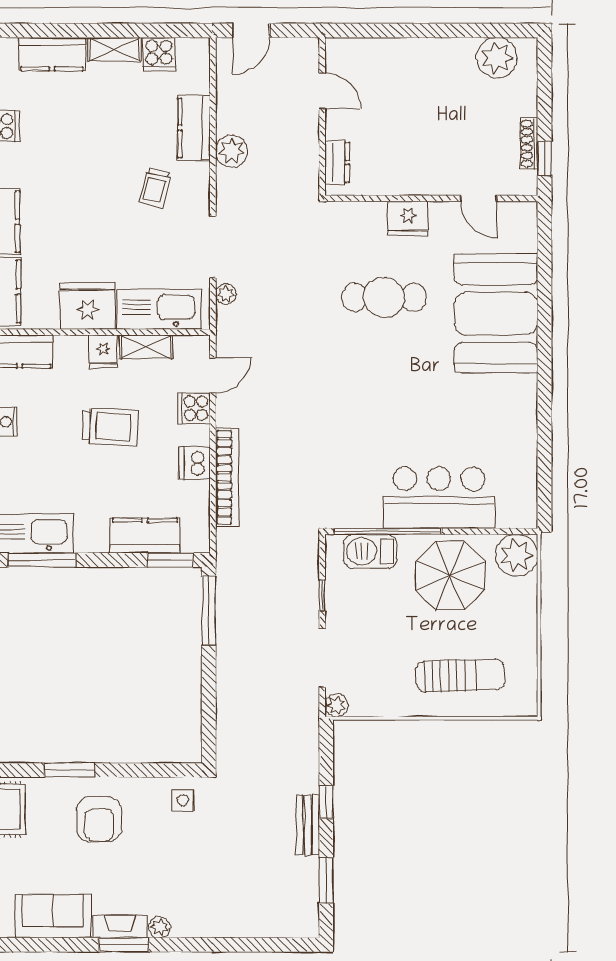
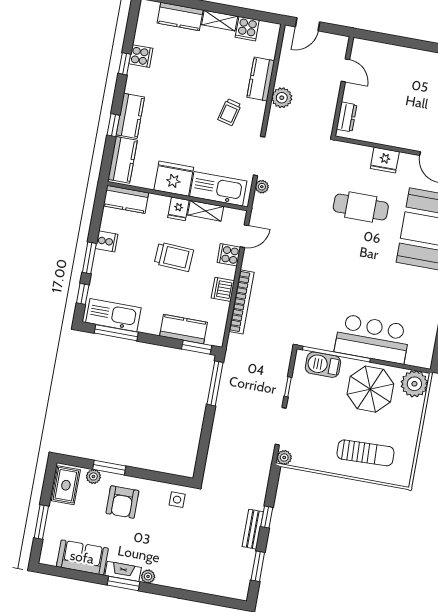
plant: (47, 788) -> (93, 476), added

